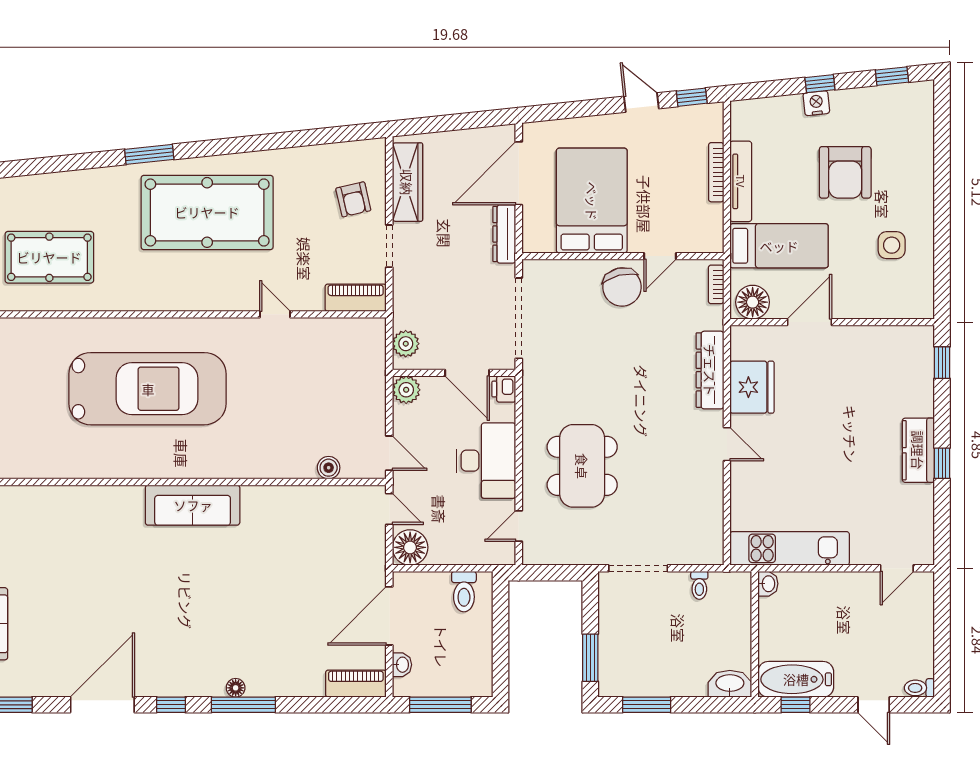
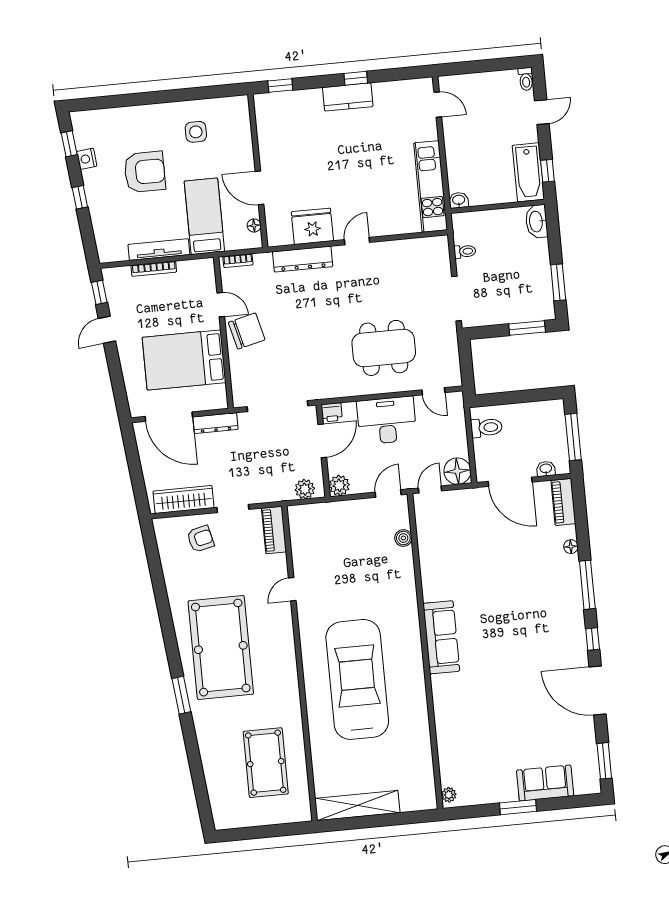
nightstand: (816, 103) -> (87, 159), moved
floor lamp: (753, 302) -> (254, 225), width x0.53, depth x0.53
floor lamp: (236, 688) -> (571, 547), moved

